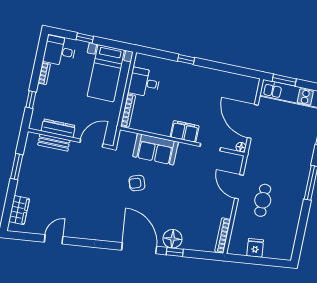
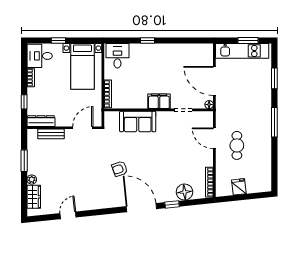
window: (284, 80) -> (248, 41), moved
desk: (144, 83) -> (117, 56), moved, turned 90
dresser: (58, 128) -> (41, 121), moved
armchair: (137, 183) -> (120, 169), moved
plant: (21, 190) -> (32, 180), added
floor lamp: (173, 239) -> (184, 192), moved

